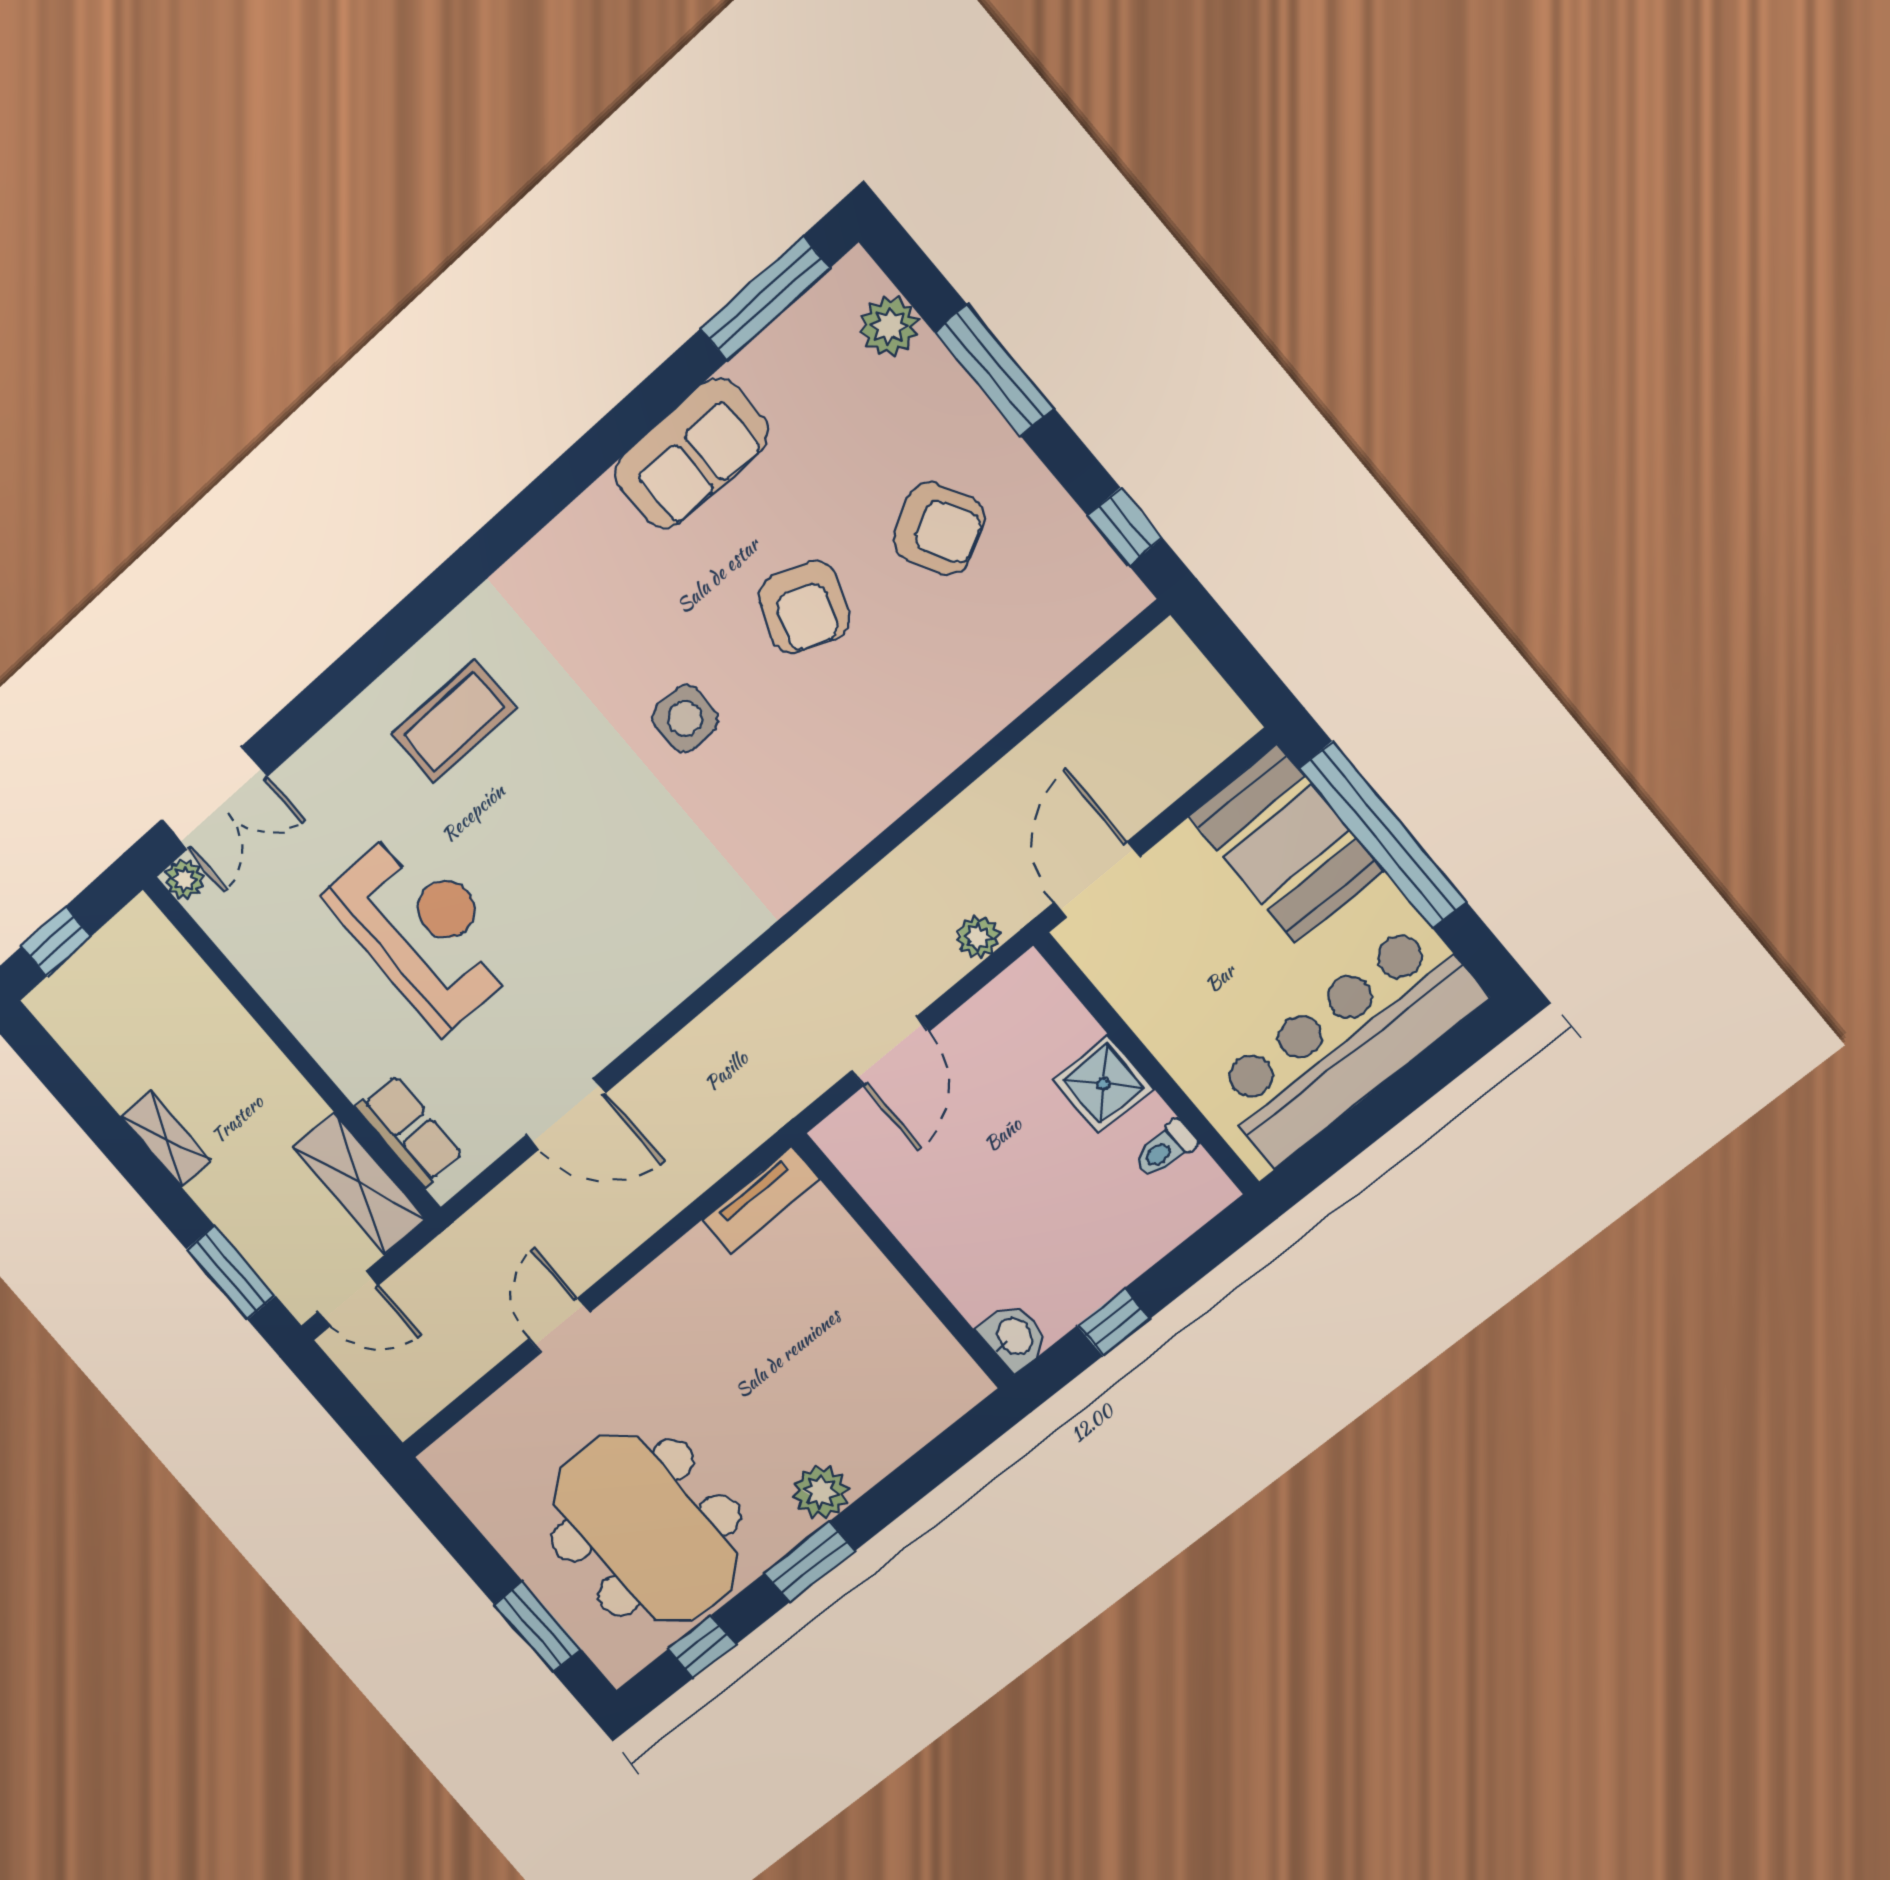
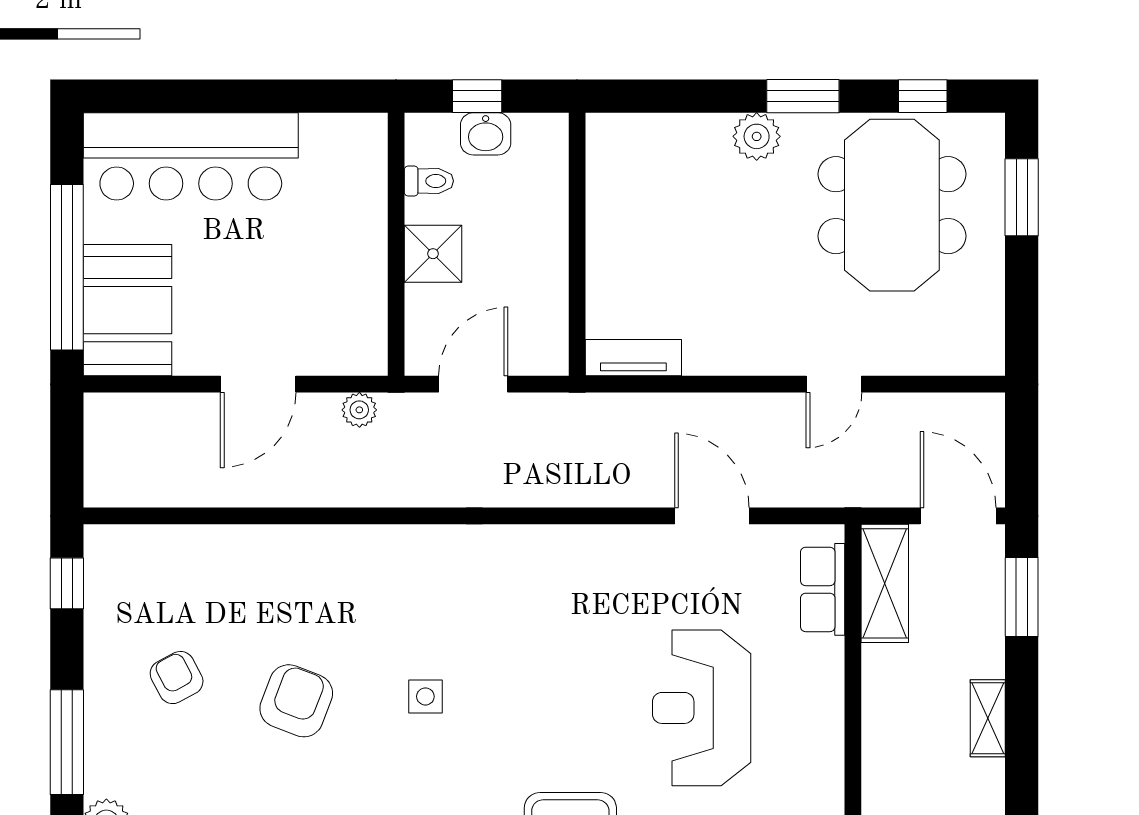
armchair: (939, 529) -> (177, 678), width x0.72, depth x0.72
side table: (685, 719) -> (425, 696), width x0.73, depth x0.73
wall: (1146, 1064) -> (396, 244), moved
shower: (1103, 1084) -> (433, 254), moved
toilet: (1165, 1149) -> (429, 181), moved
door: (348, 1299) -> (958, 516), width x1.38
washbasin: (1014, 1337) -> (486, 134), moved, turned -90

